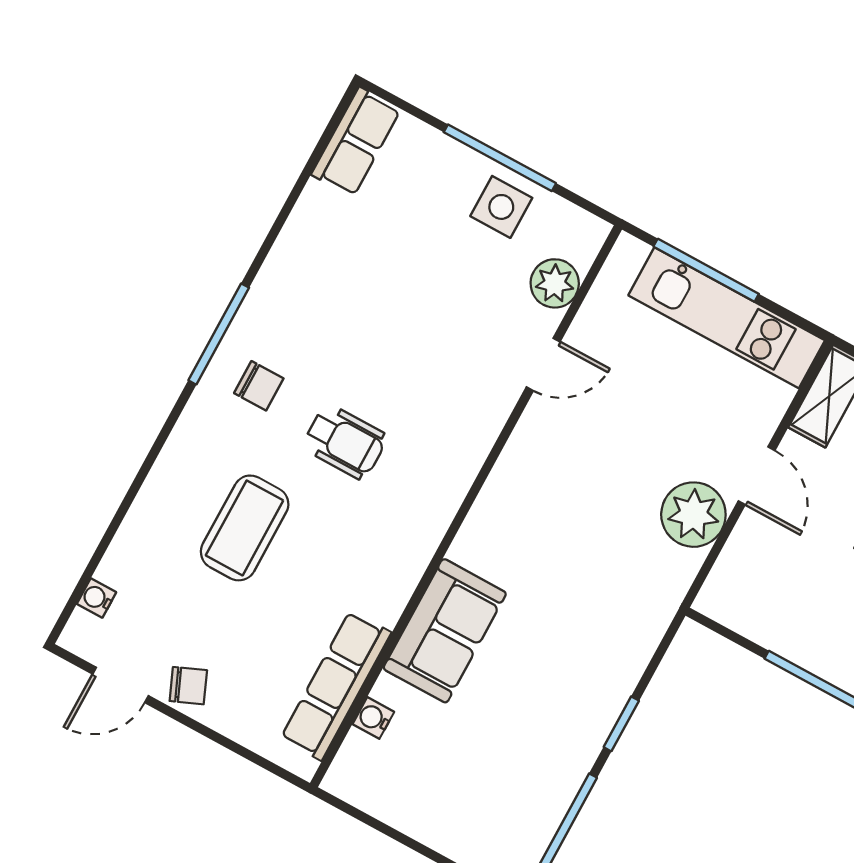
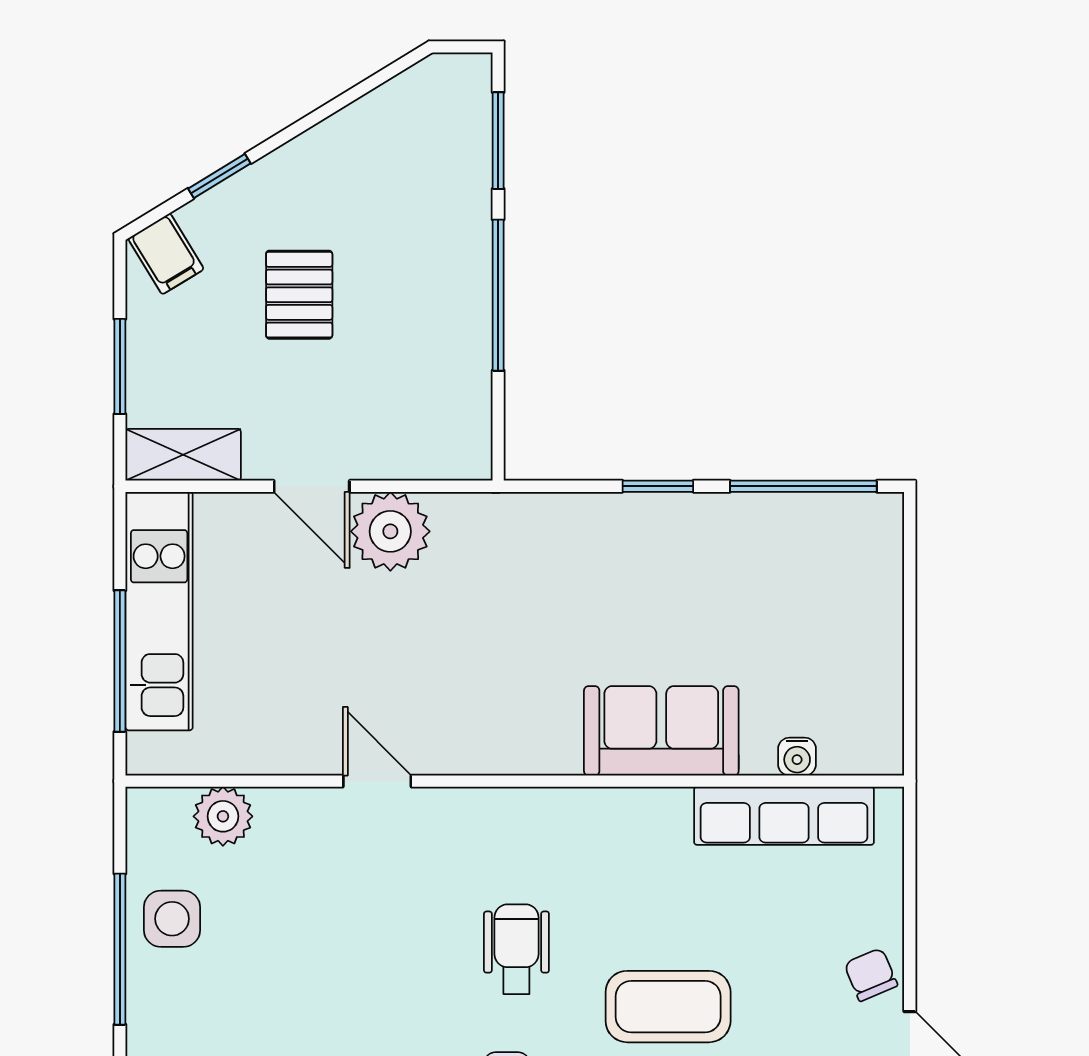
door: (543, 364) -> (377, 781), moved
door: (756, 476) -> (312, 486), swing flipped

